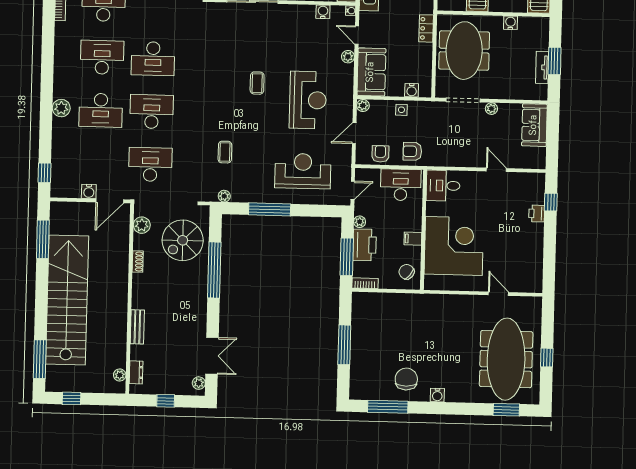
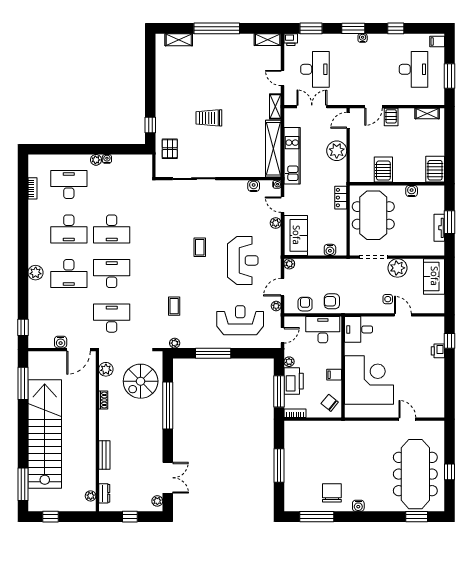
desk: (102, 57) -> (69, 229), turned 180
plant: (491, 109) -> (397, 268), width x1.88, depth x1.88
side table: (401, 110) -> (388, 299), moved
plant: (346, 155) -> (276, 306), added

